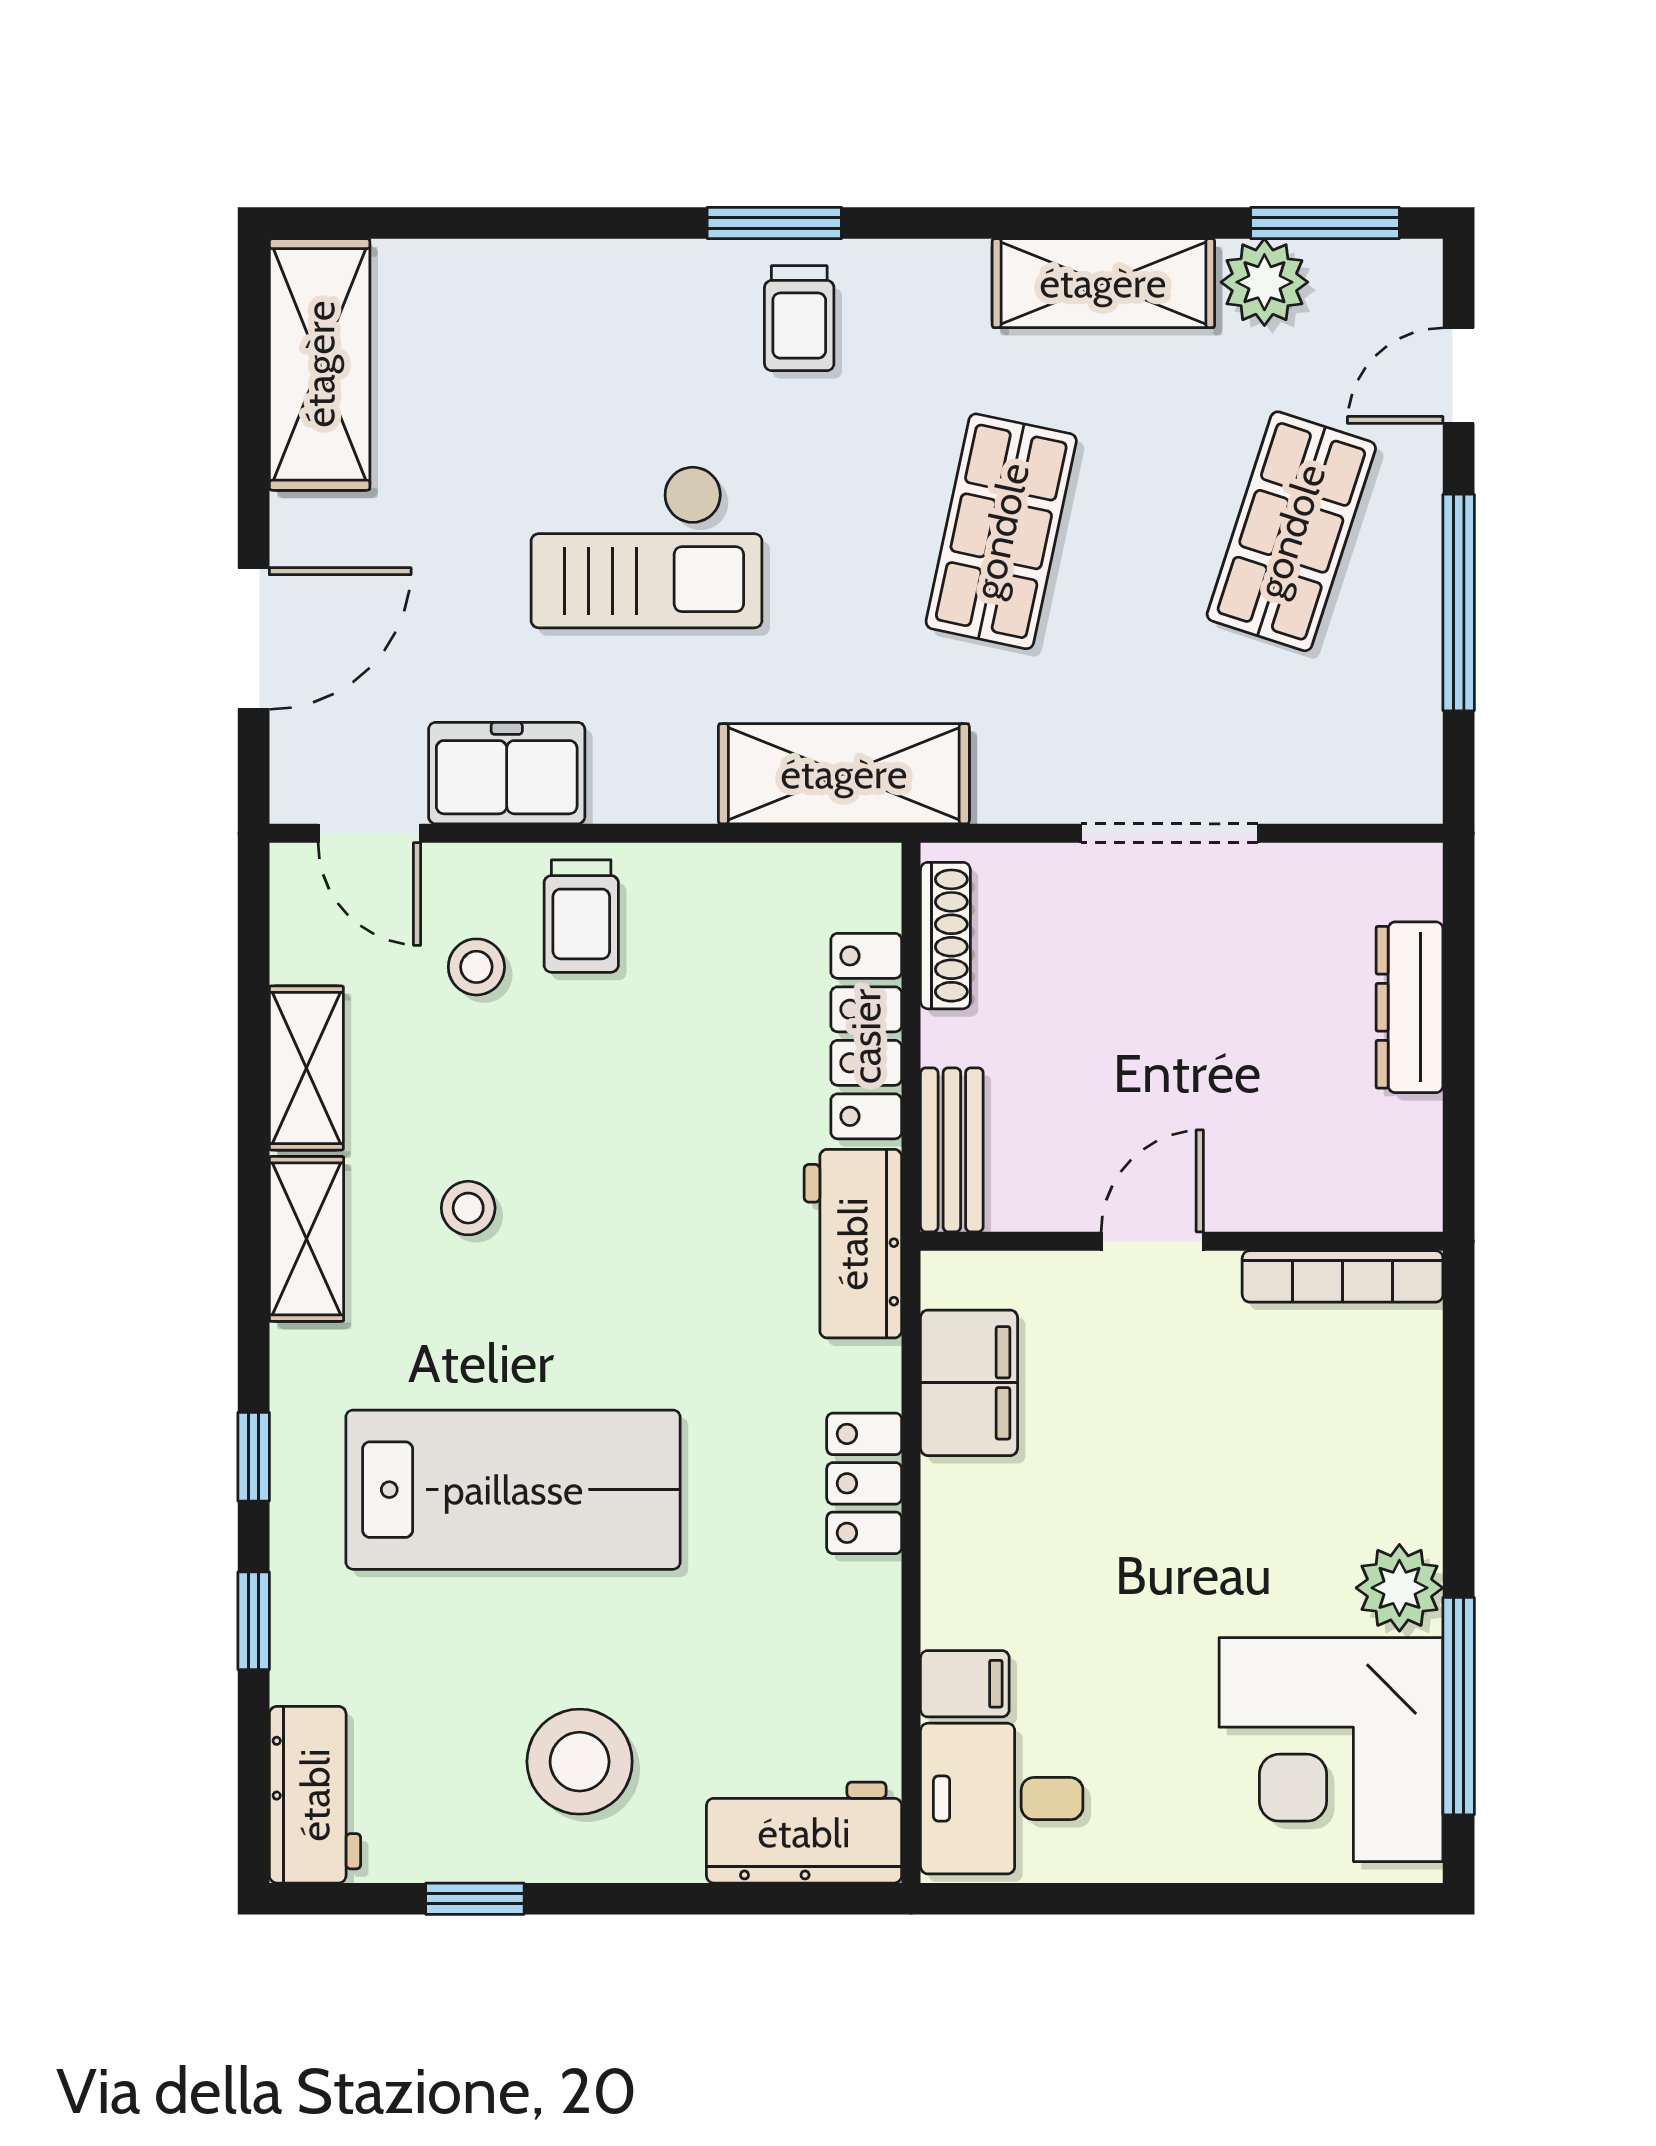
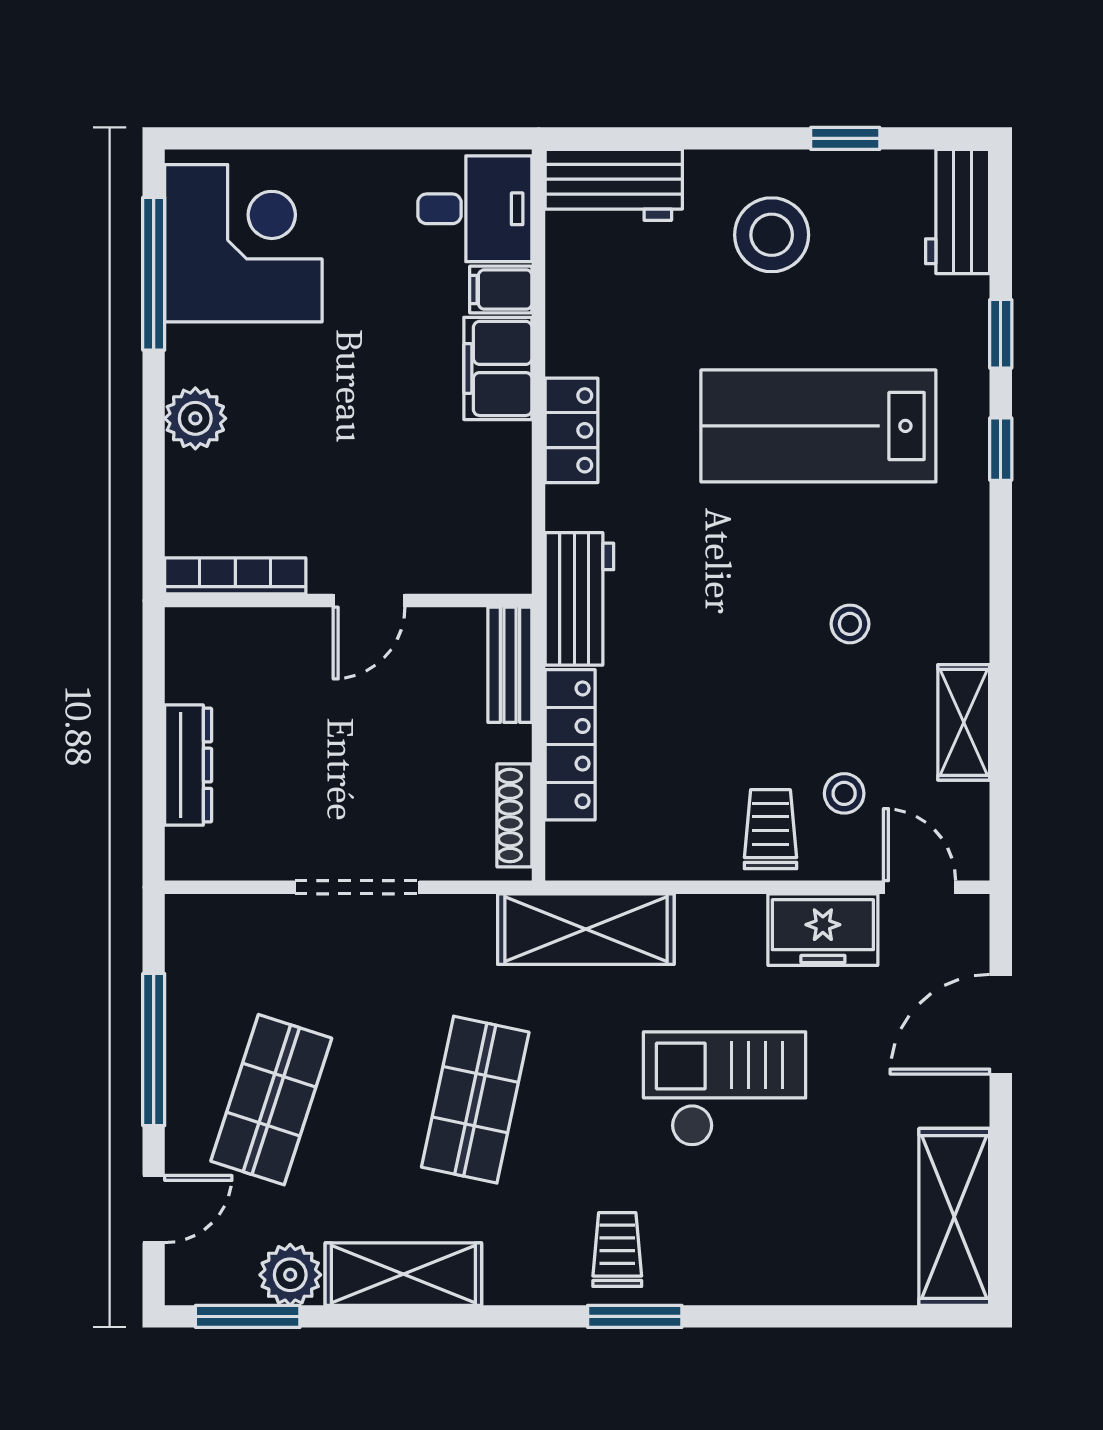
shelving: (306, 1239) -> (964, 602), removed
filing cabinet: (969, 1383) -> (498, 368), moved
plant: (1399, 1588) -> (195, 418), moved

